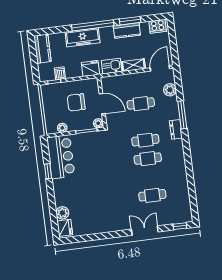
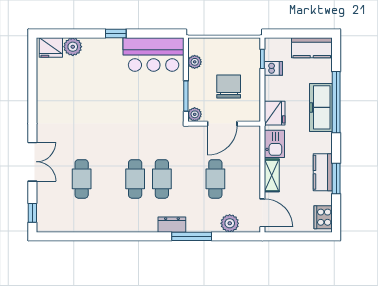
window: (93, 25) -> (336, 102), moved
window: (48, 171) -> (116, 34), moved

